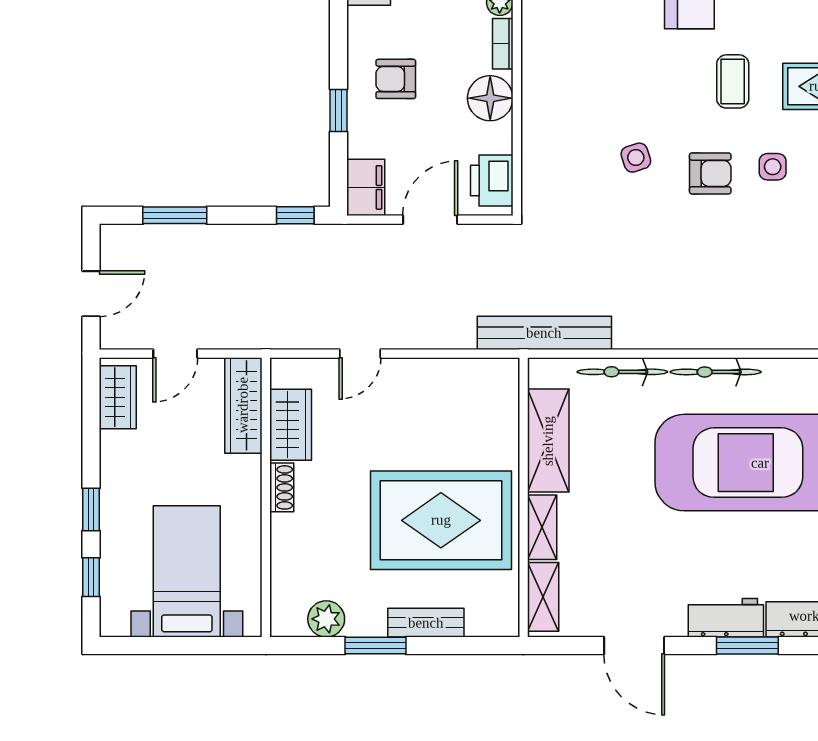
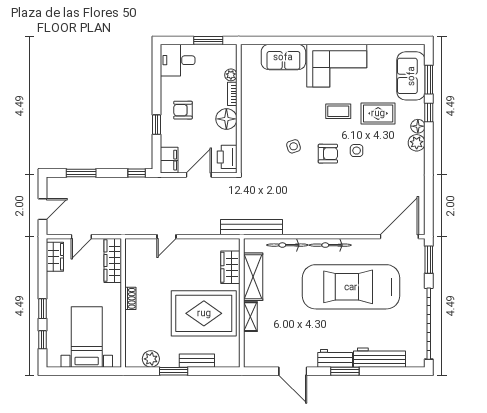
coffee table: (733, 81) -> (338, 111), turned 90
wardrobe: (291, 425) -> (230, 267), moved, turned 180
shelving: (543, 597) -> (251, 349), removed

